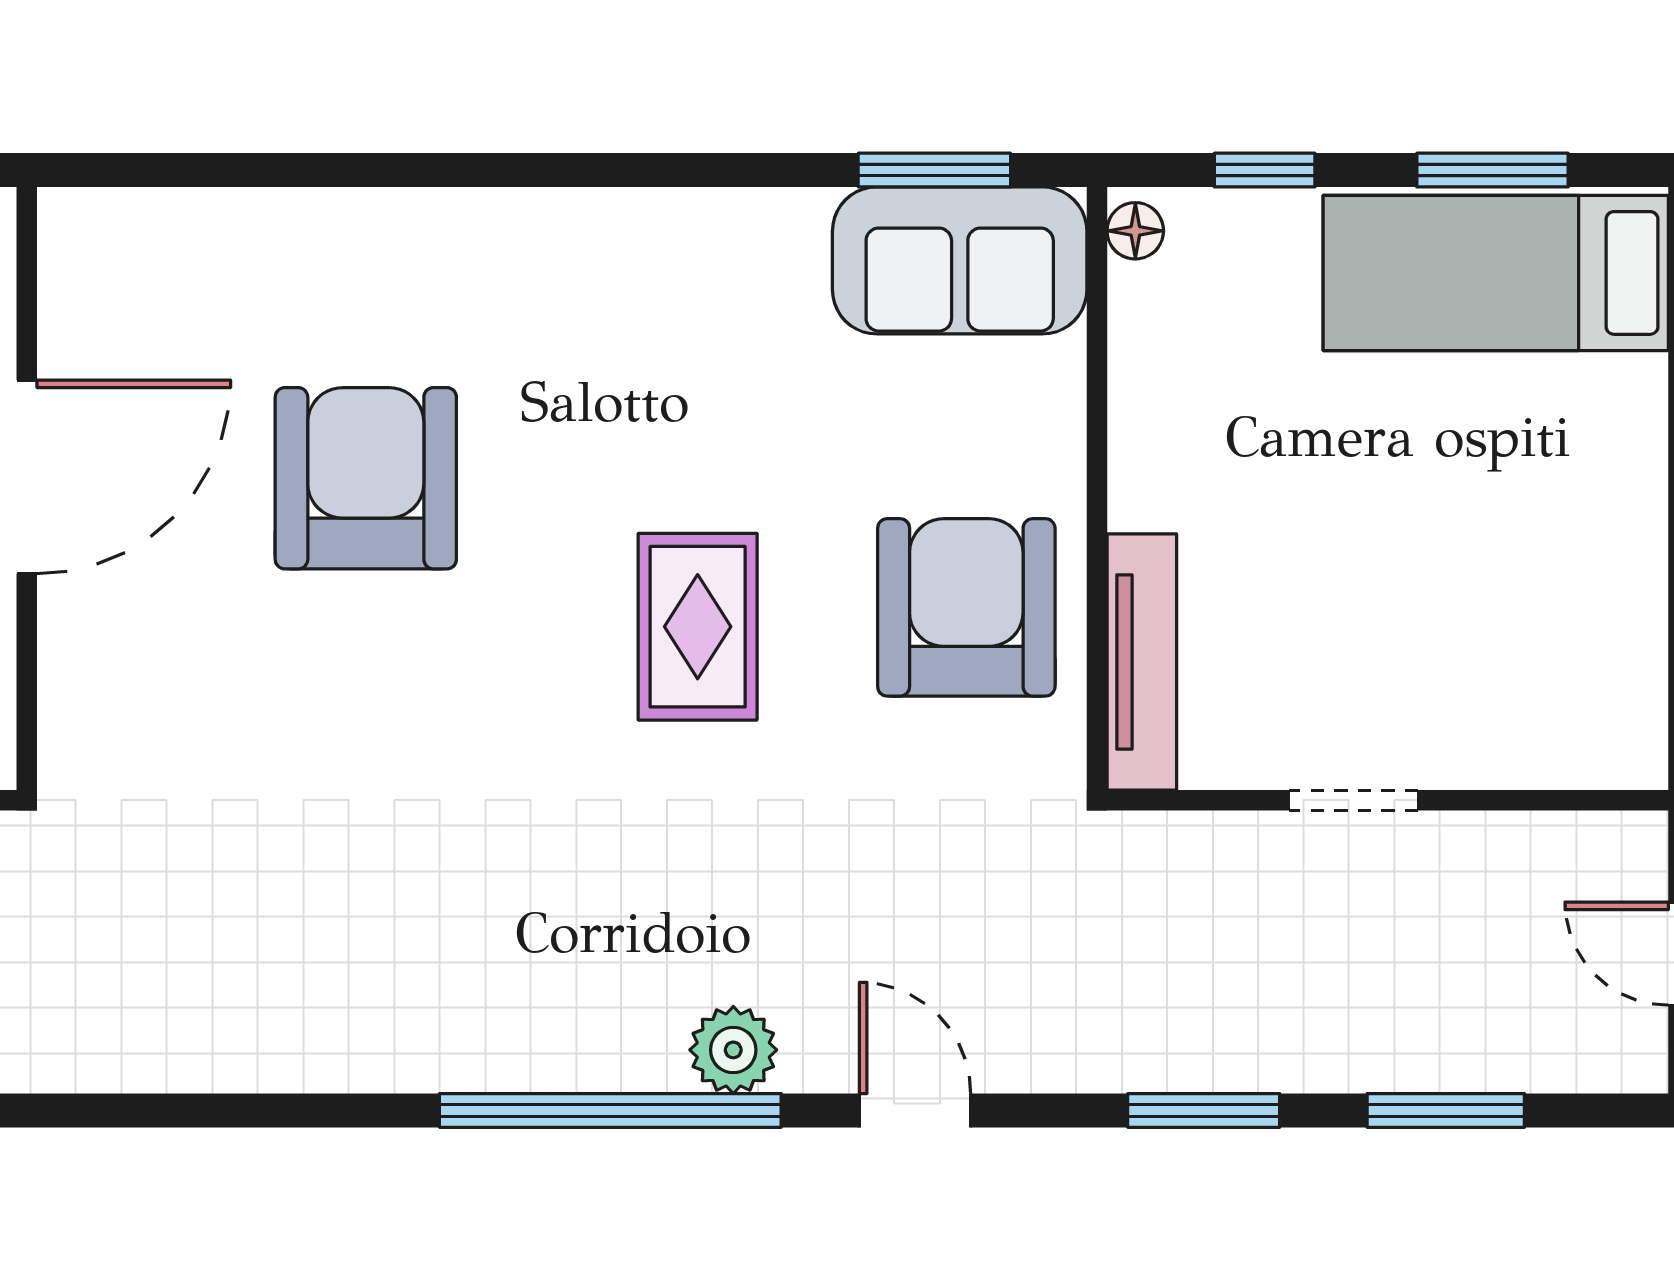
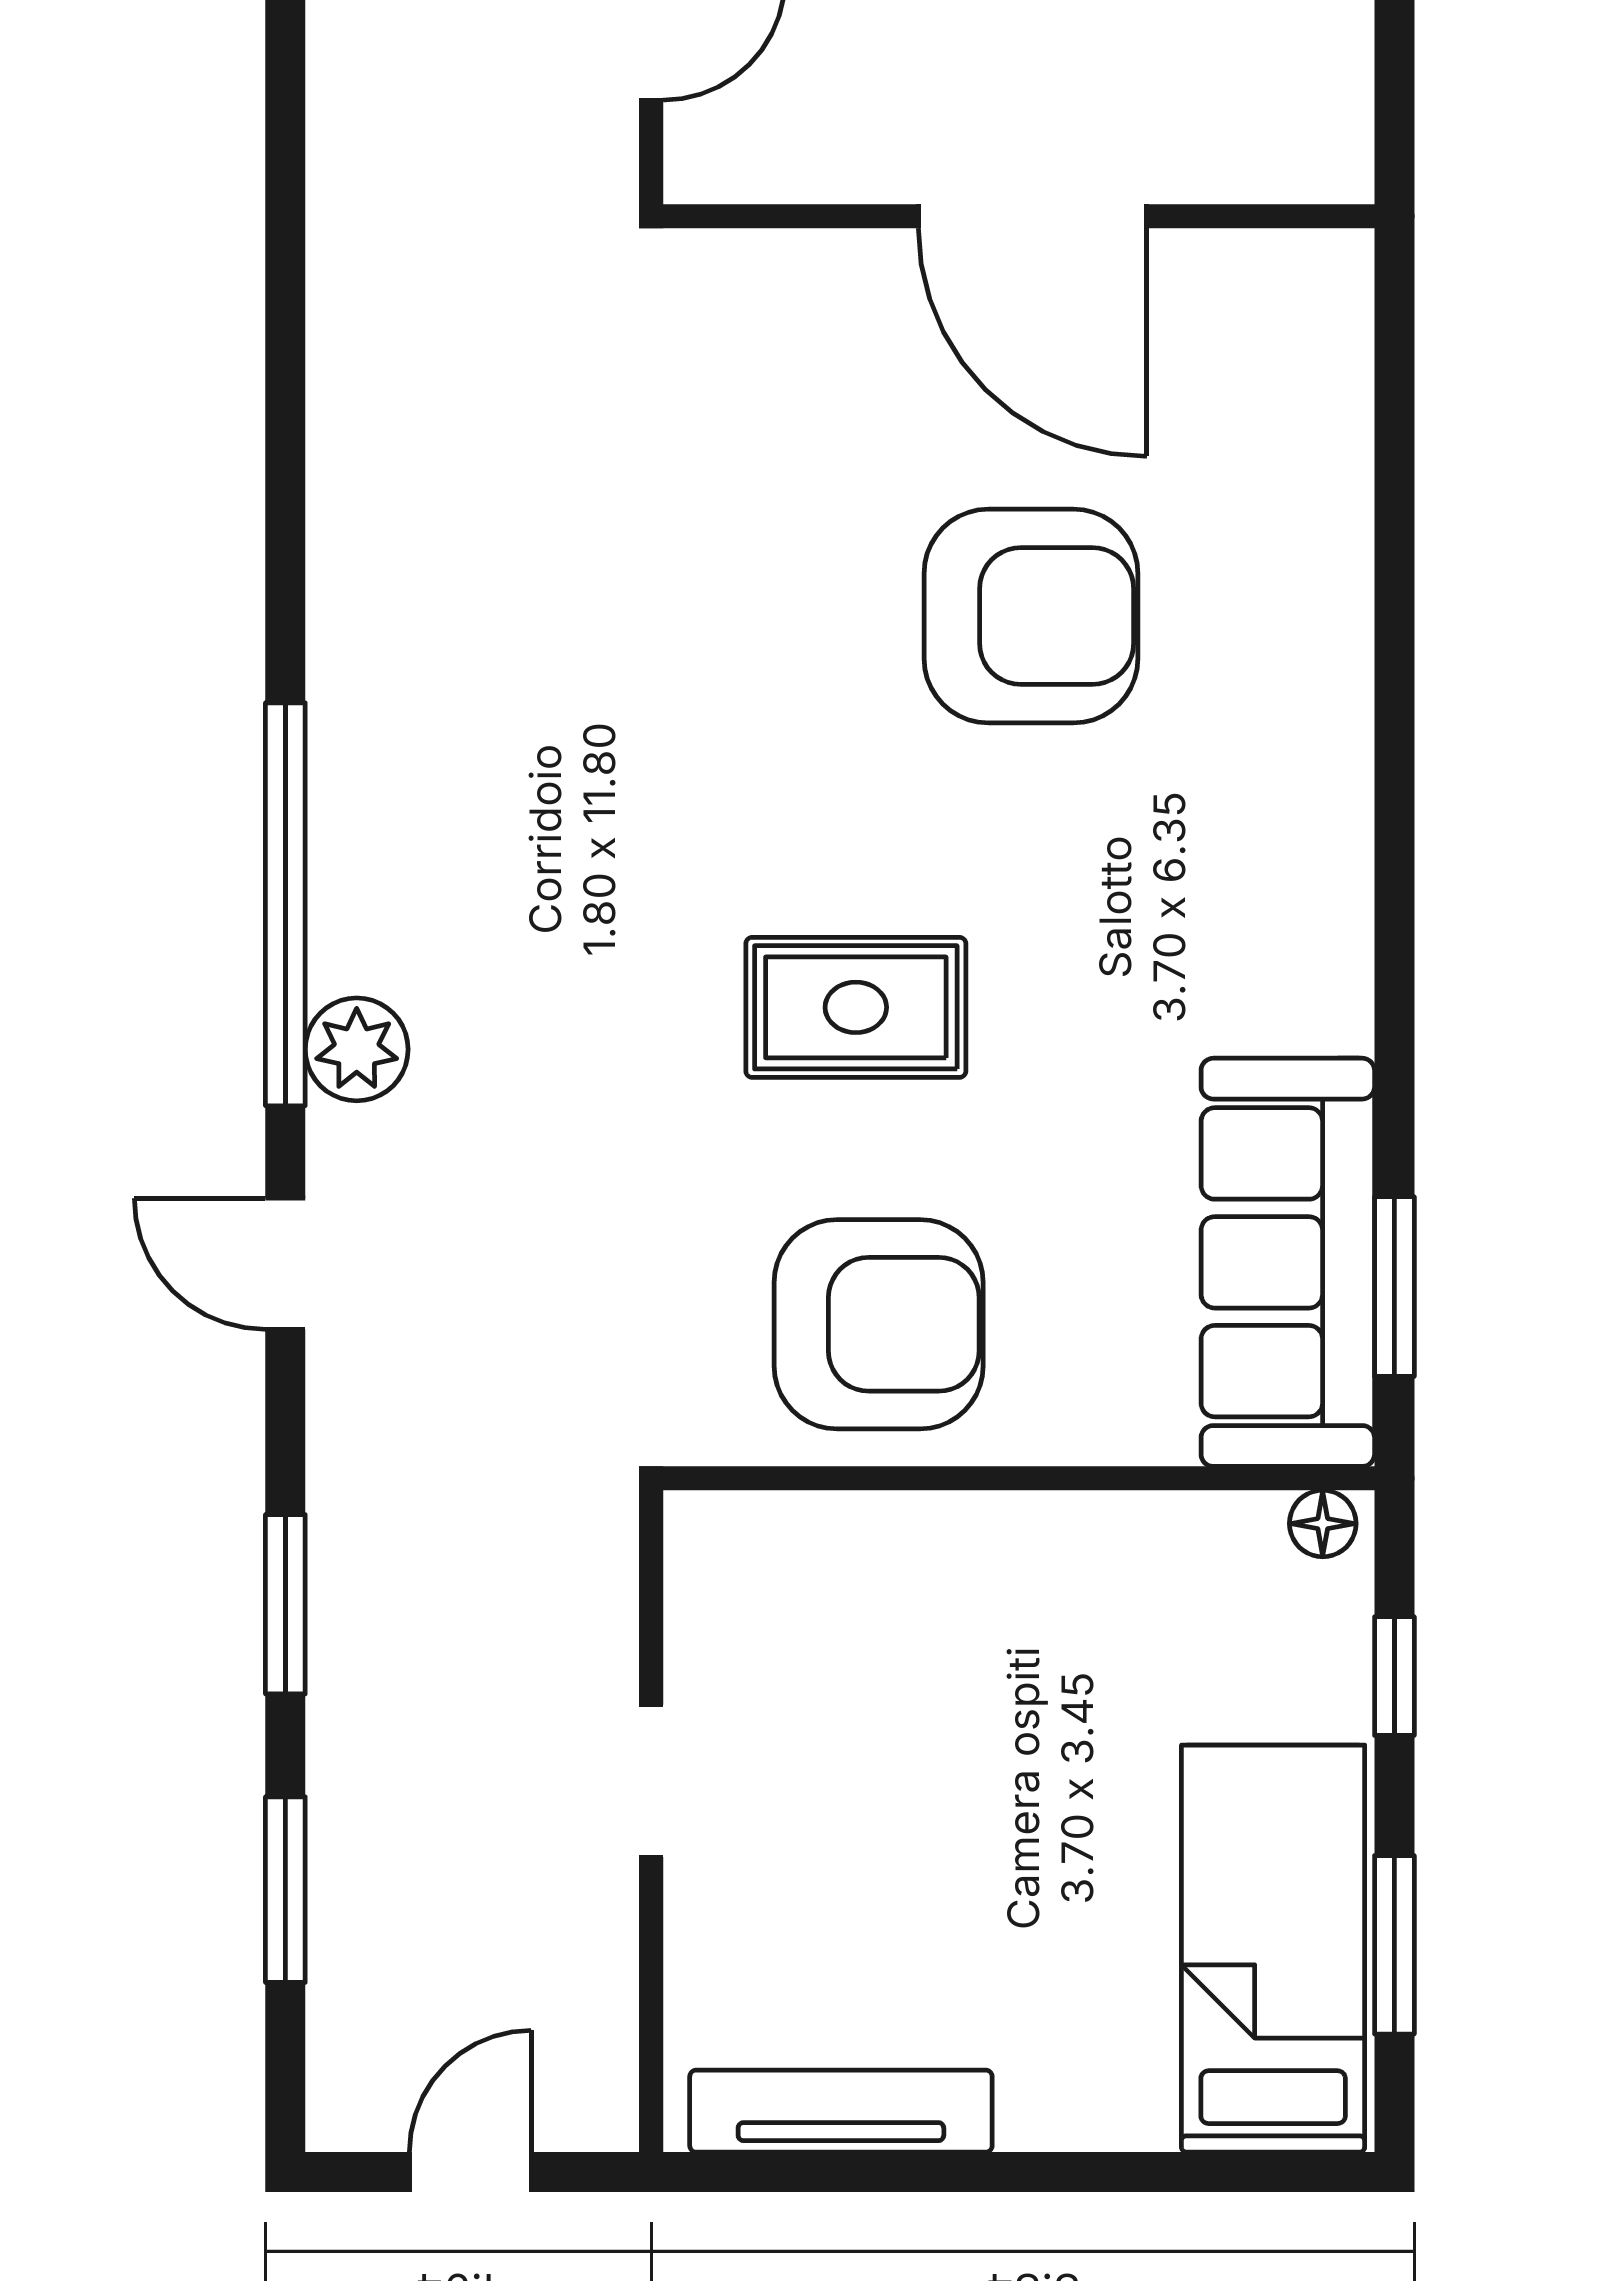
sofa: (960, 260) -> (1288, 1262), width x1.36
tv unit: (1142, 662) -> (841, 2111), moved, turned 180
door: (915, 1110) -> (285, 1264), swing flipped

